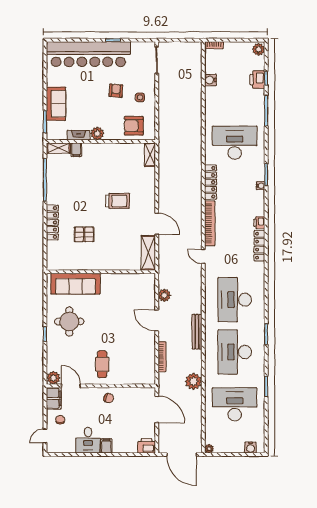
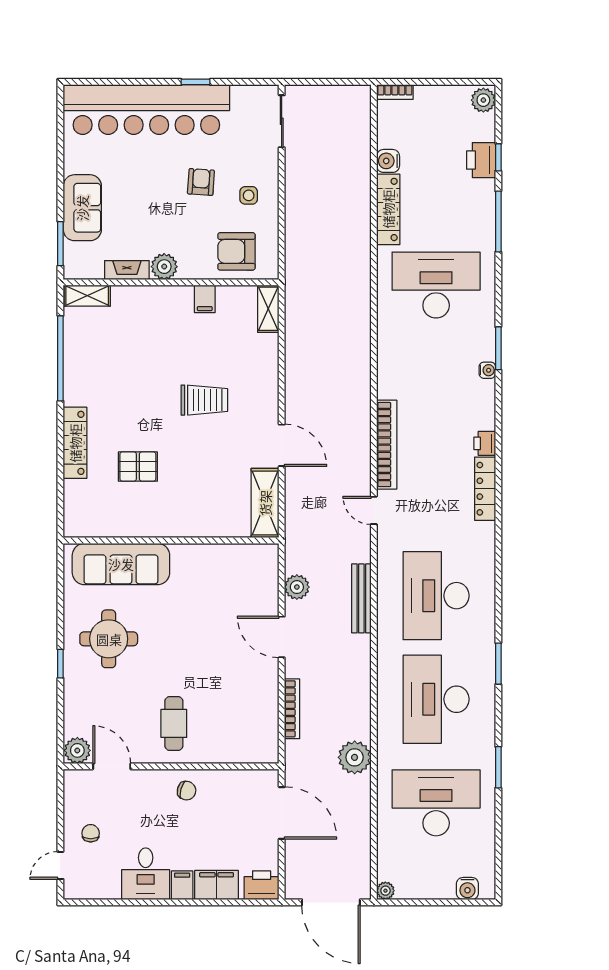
filing cabinet: (76, 150) -> (205, 299), moved
locker: (211, 182) -> (388, 209), moved
bench: (197, 332) -> (361, 598), moved
filing cabinet: (54, 398) -> (217, 885), moved, turned -90

